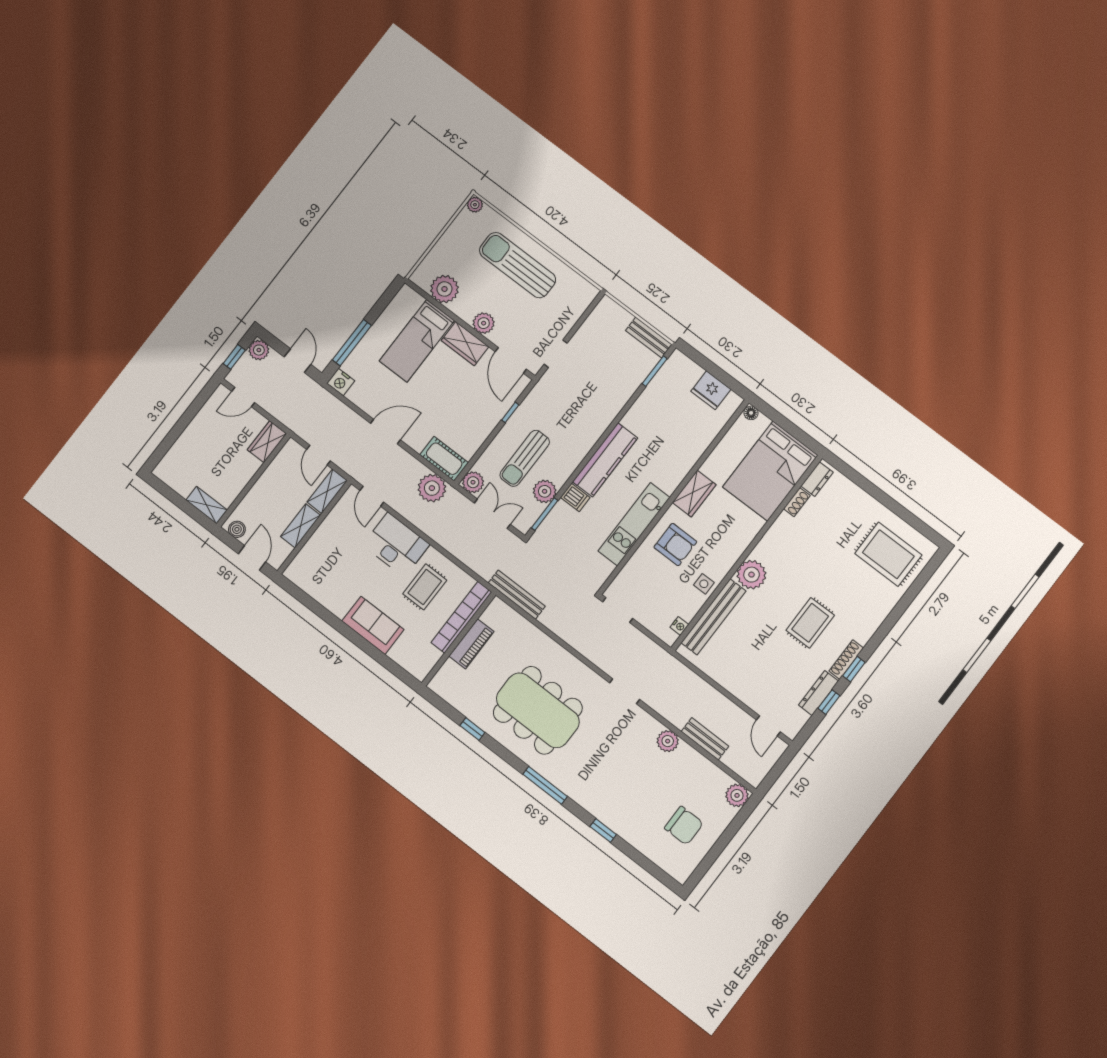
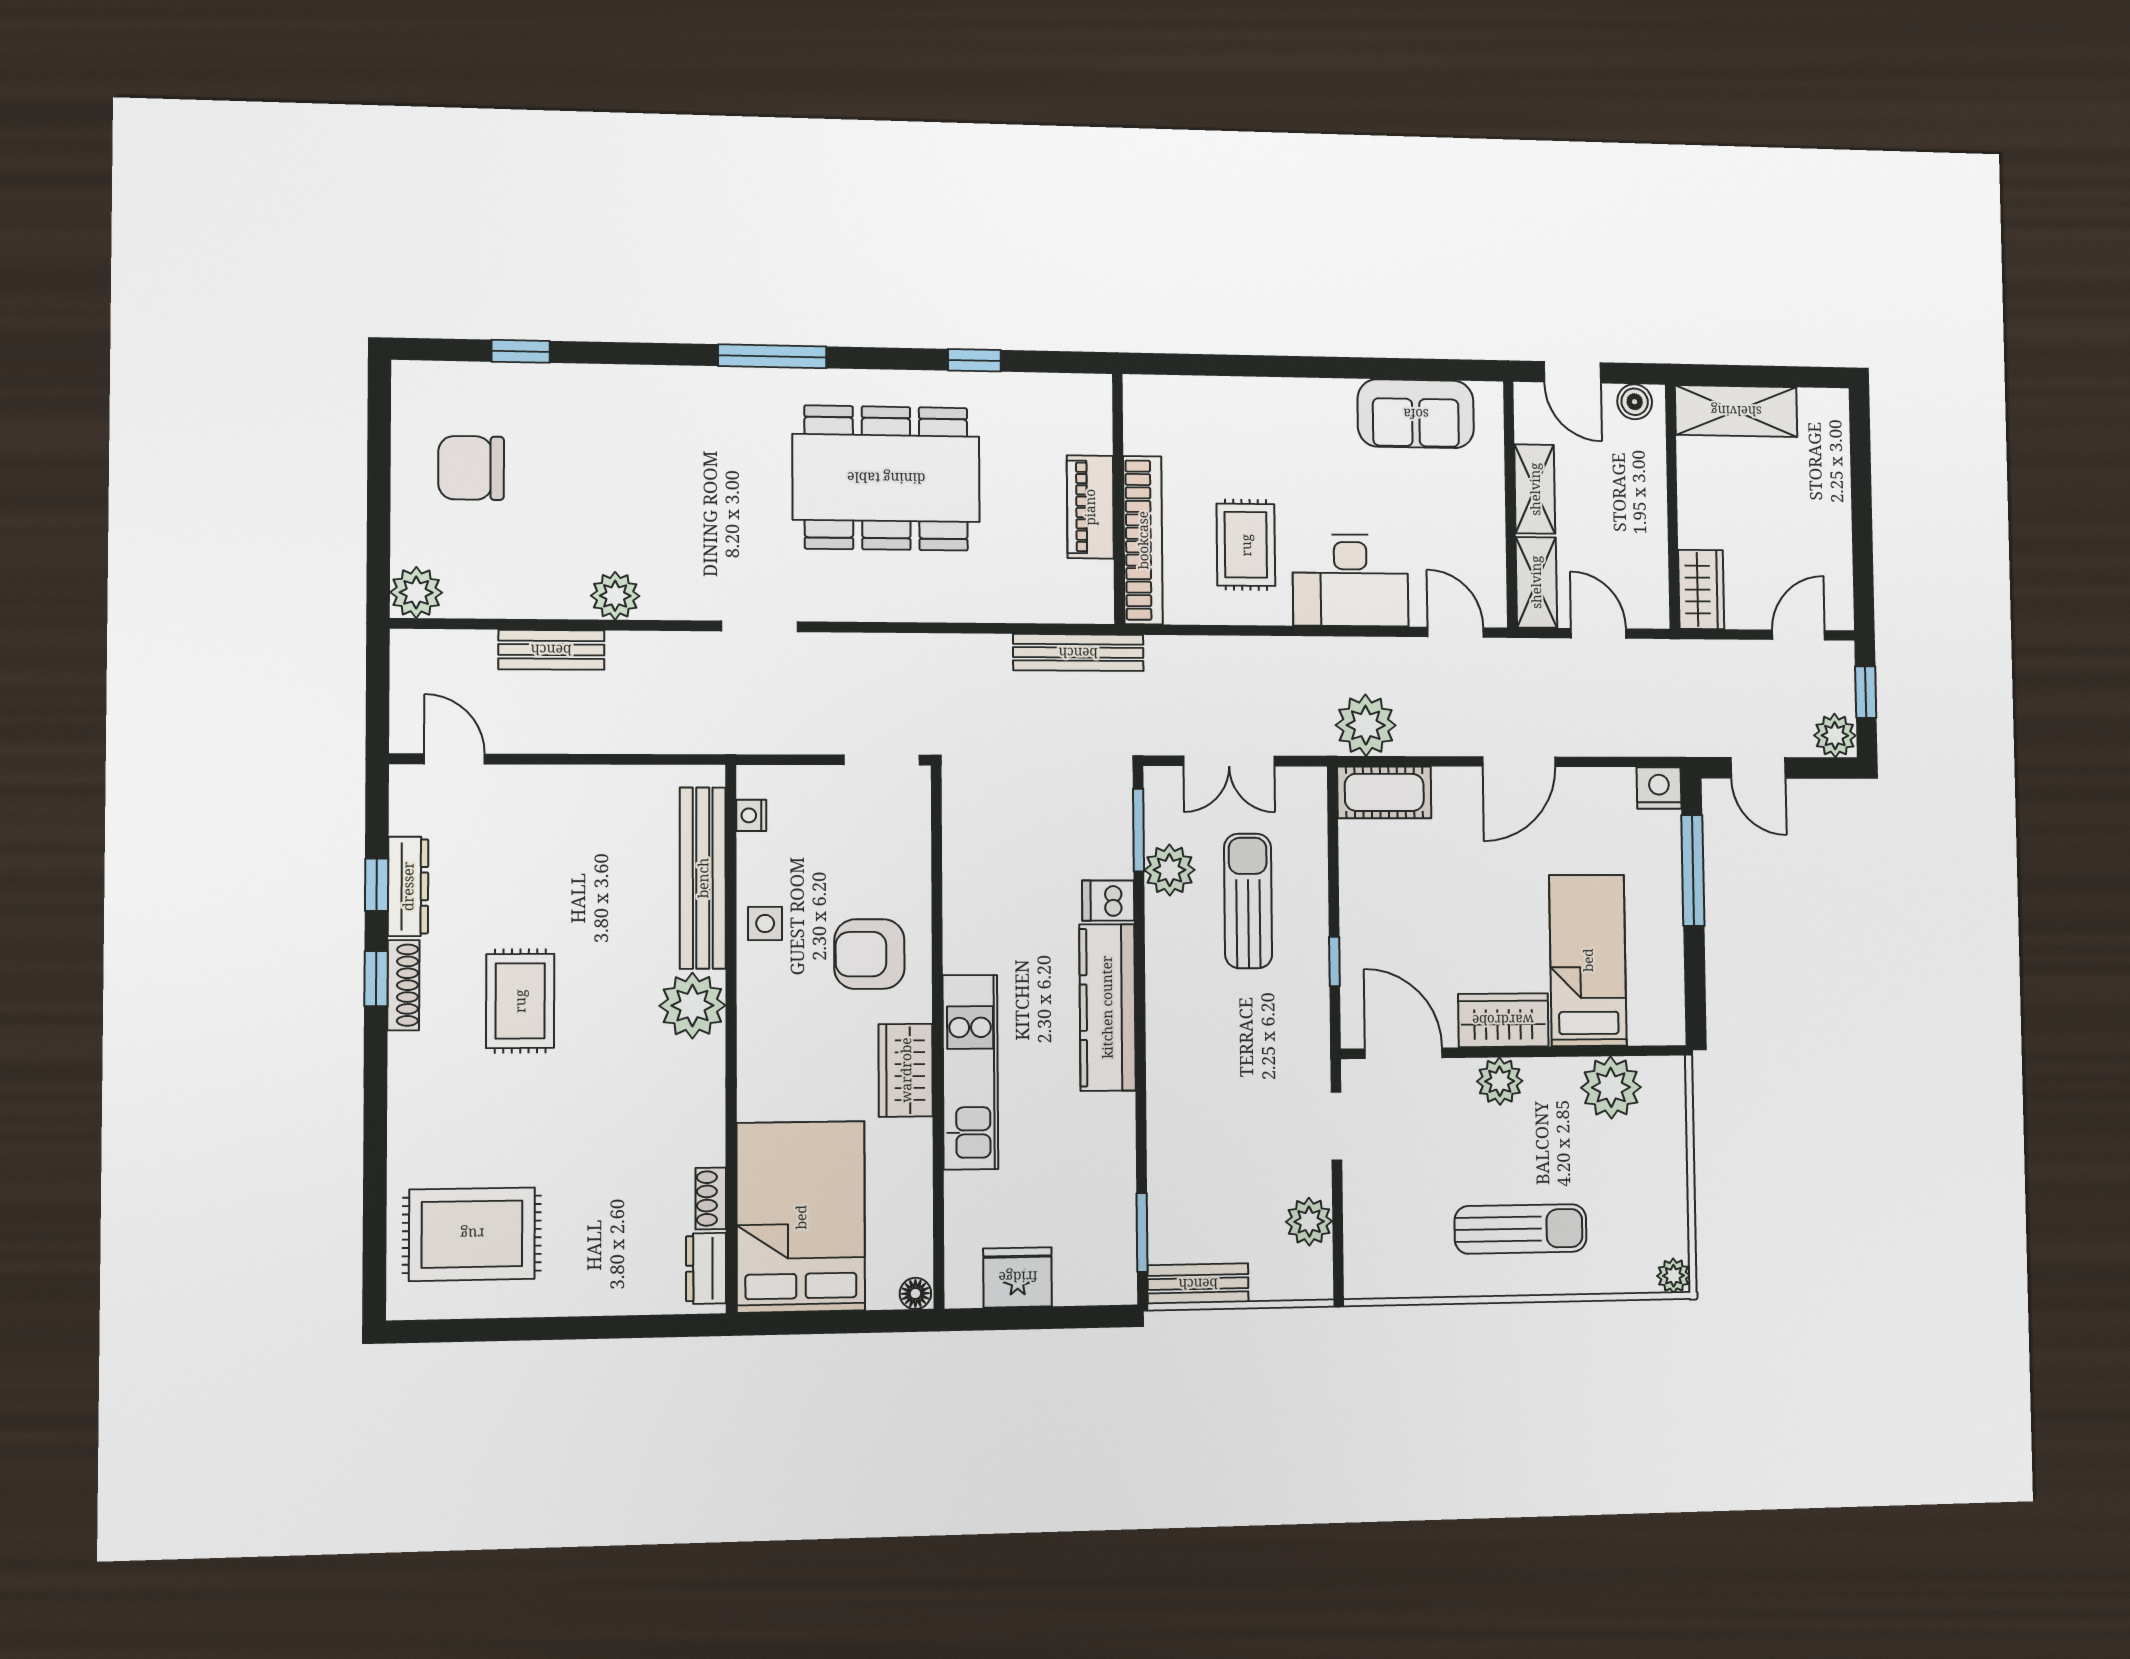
sun lounger: (518, 265) -> (1521, 1229), width x0.73, depth x0.75
plant: (473, 482) -> (1309, 1222), moved
shelving: (207, 505) -> (1736, 411), width x1.50, depth x1.33
kitchen unit: (634, 524) -> (970, 1072), moved
sofa: (373, 625) -> (1416, 414), moved
window: (603, 830) -> (521, 351), moved

